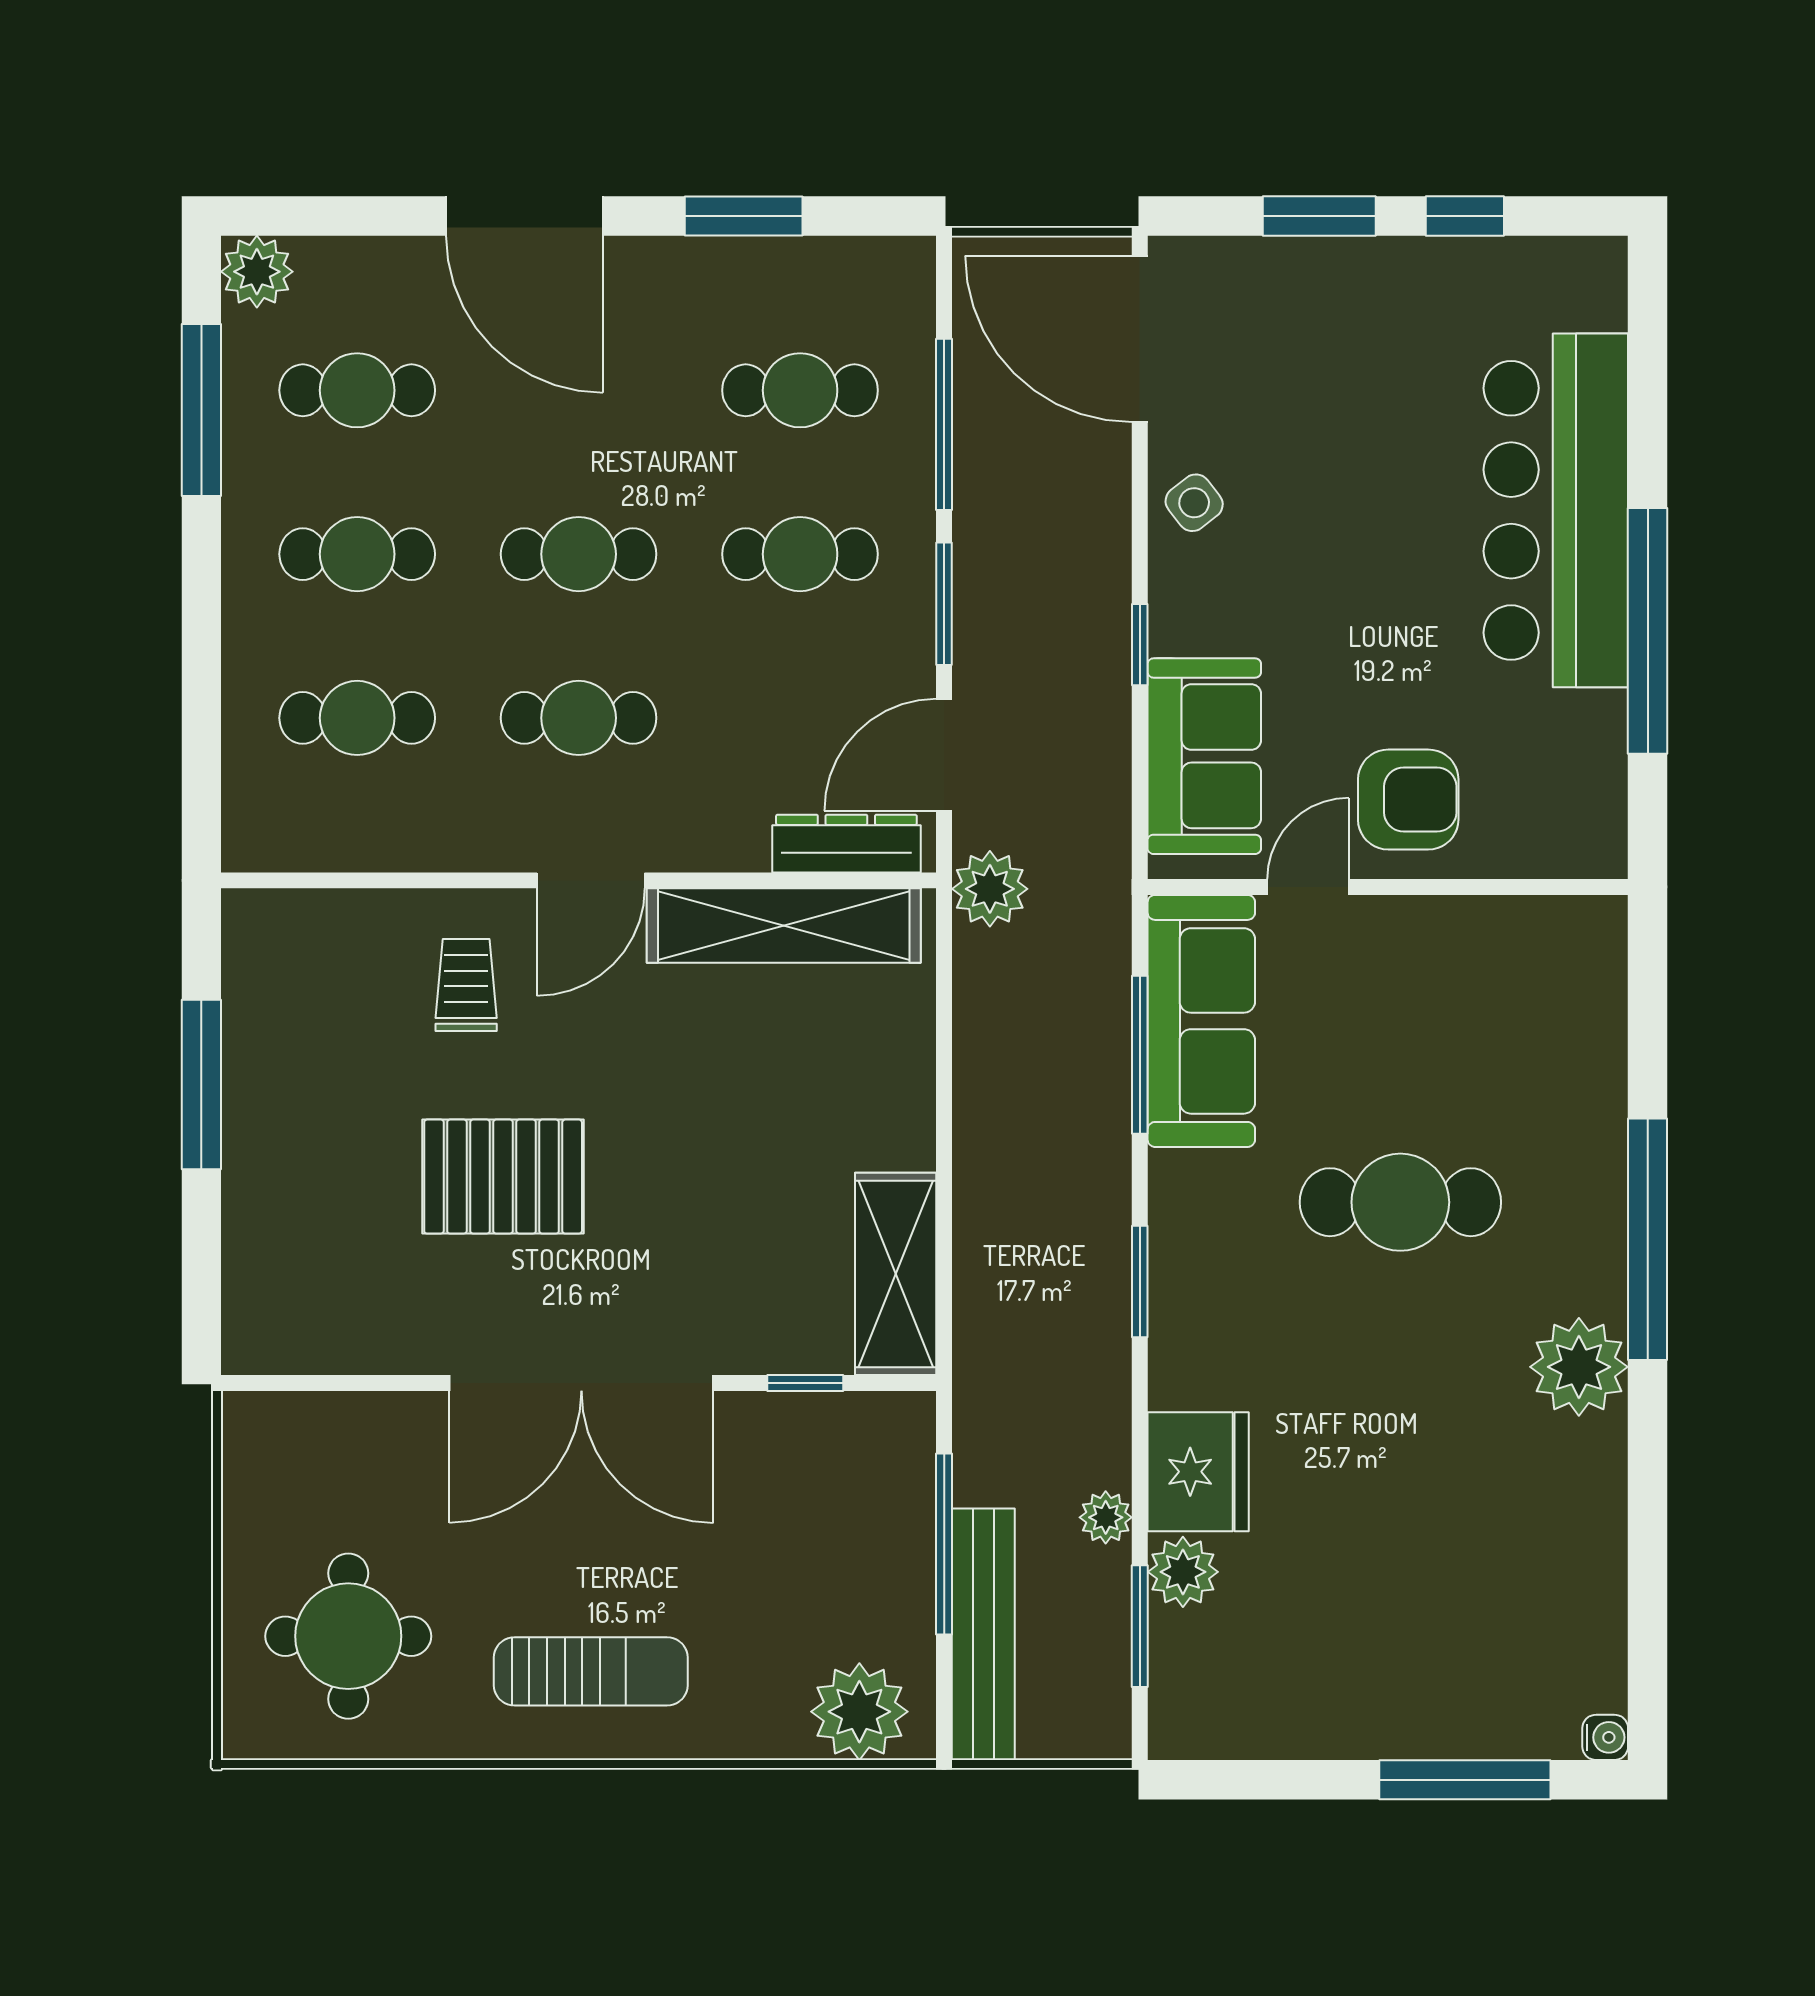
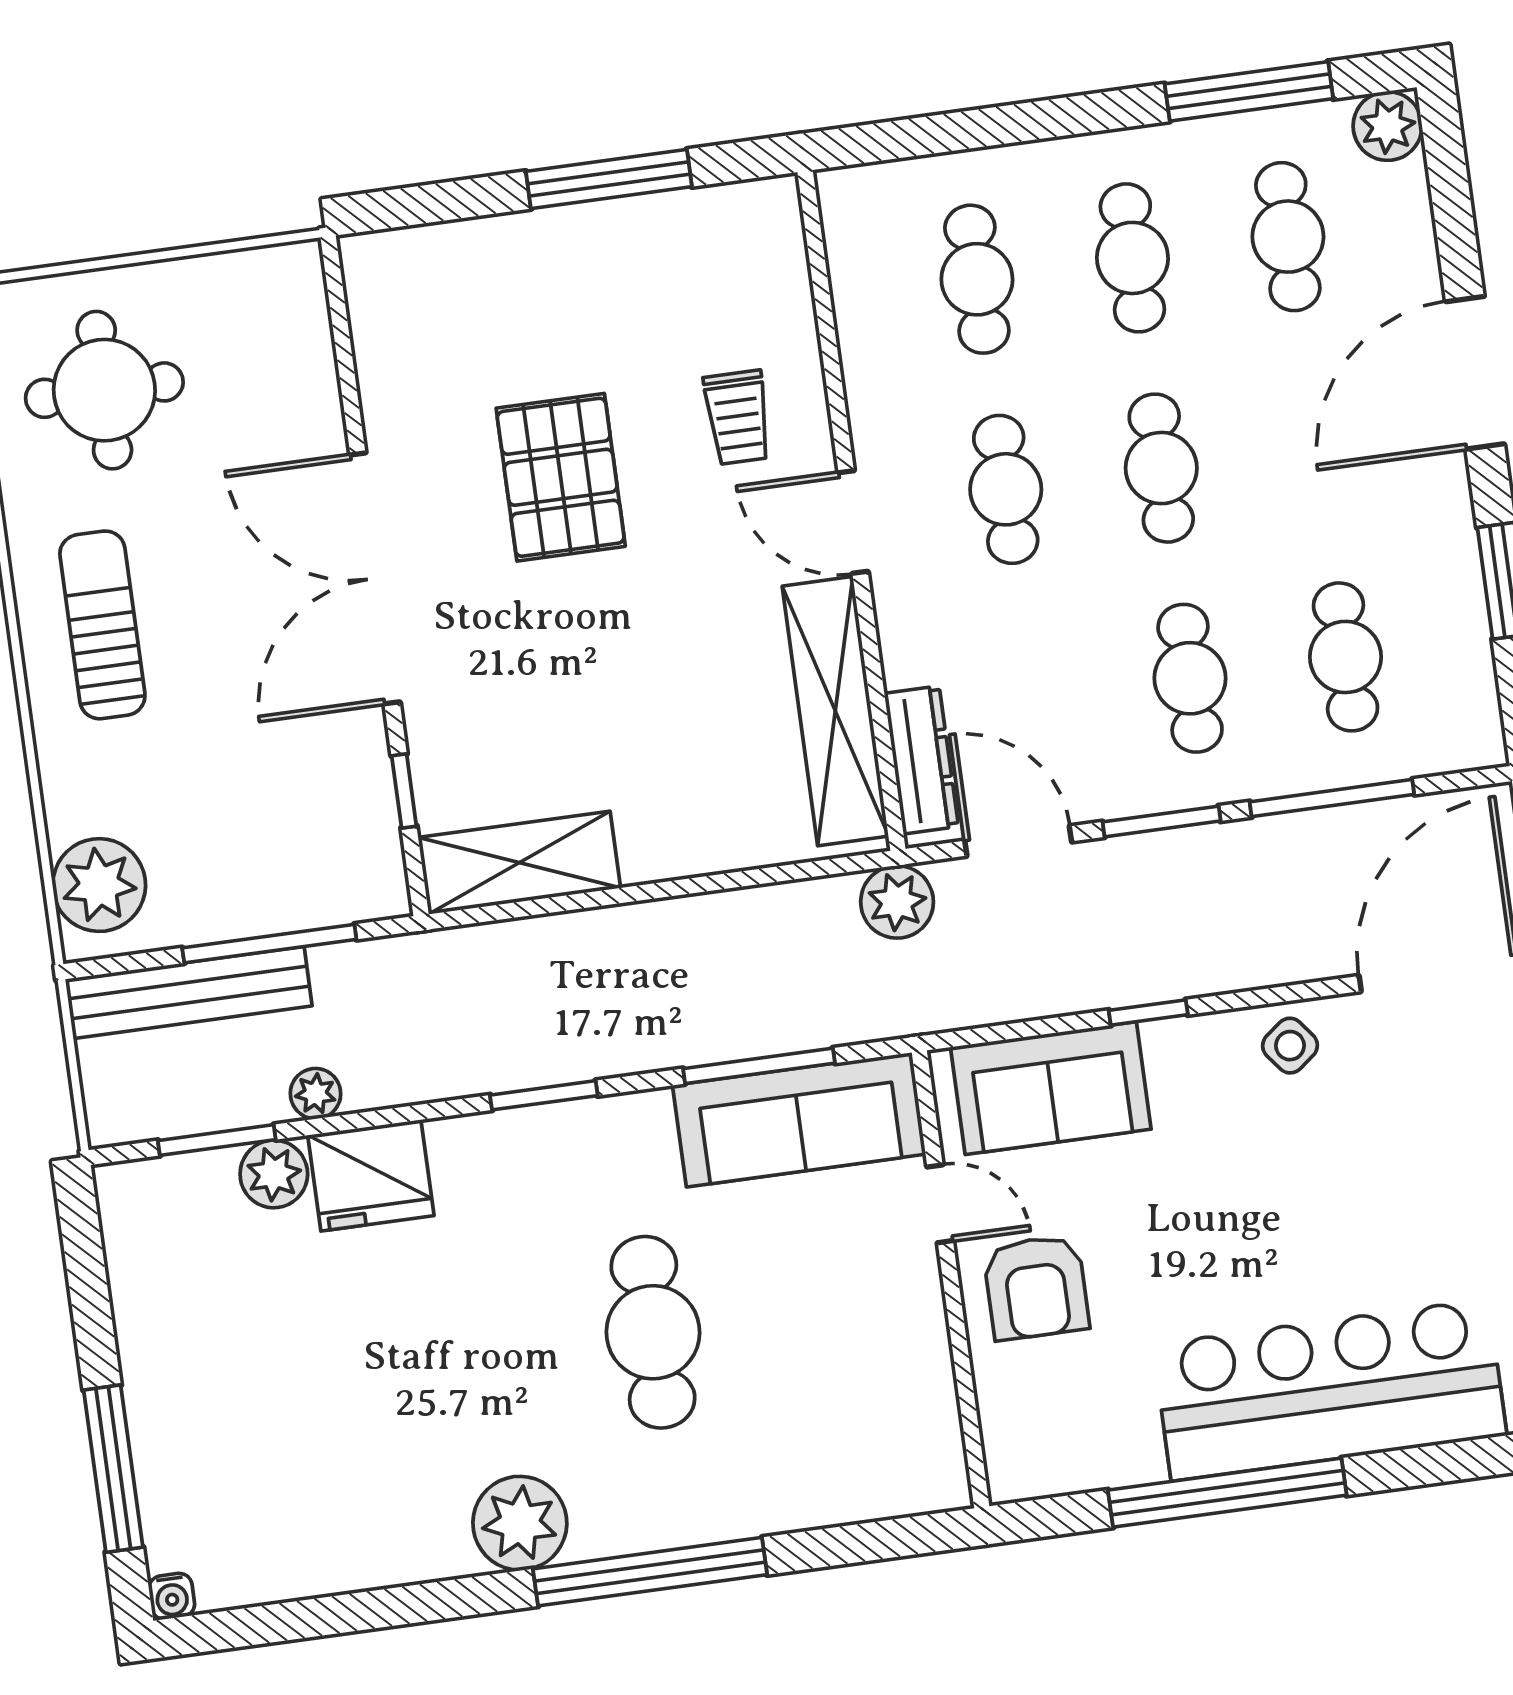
trolley: (466, 985) -> (738, 417), turned 90
sun lounger: (591, 1671) -> (102, 625), turned 180

